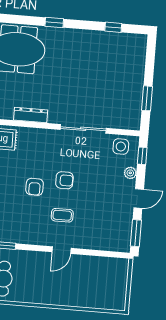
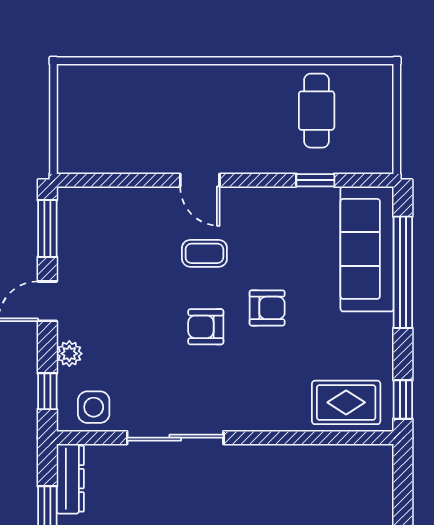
dresser: (31, 115) -> (70, 479), moved, turned -90
armchair: (35, 187) -> (267, 308), turned 90
door: (61, 250) -> (200, 180), swing flipped

